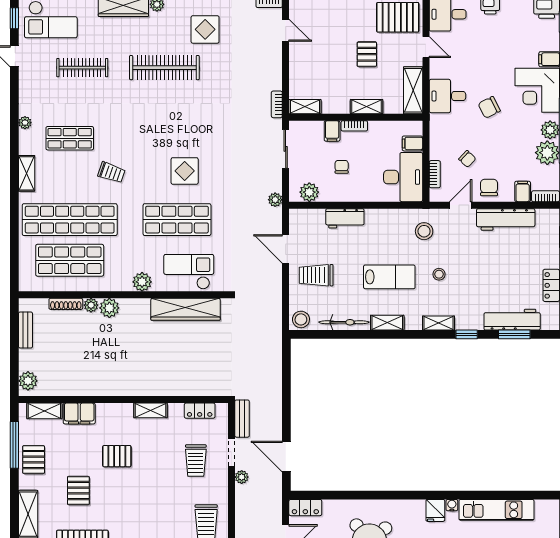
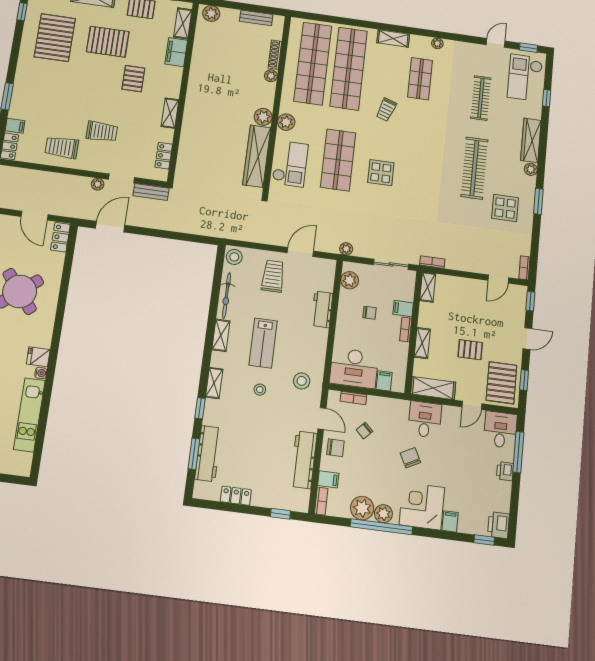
shop shelf: (70, 260) -> (313, 63), width x1.40
plant: (109, 308) -> (263, 117), moved
trolley: (196, 461) -> (102, 132), moved, turned 180
pallet: (78, 491) -> (108, 42), width x1.50, depth x1.42

